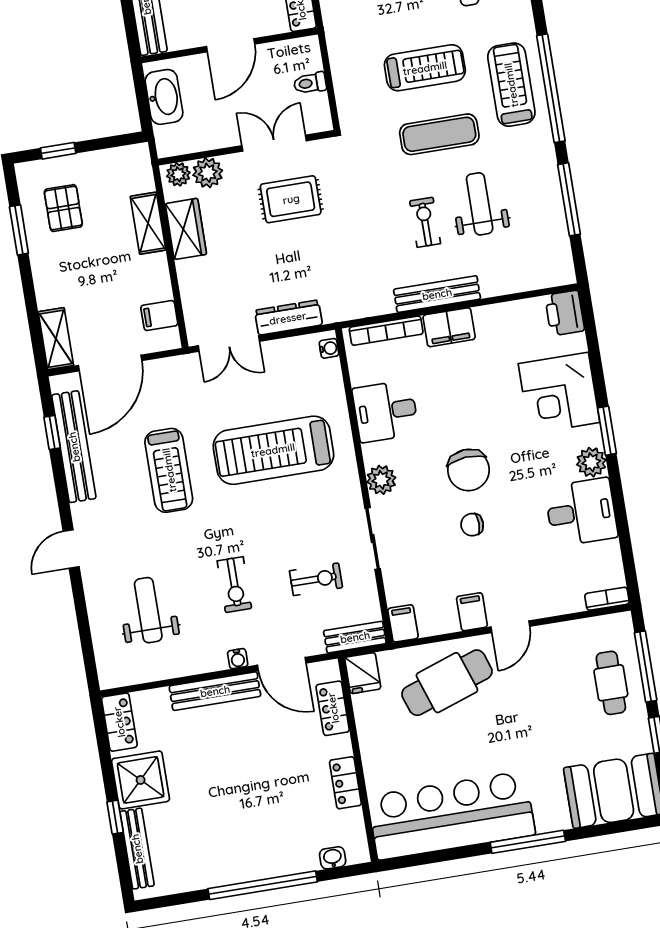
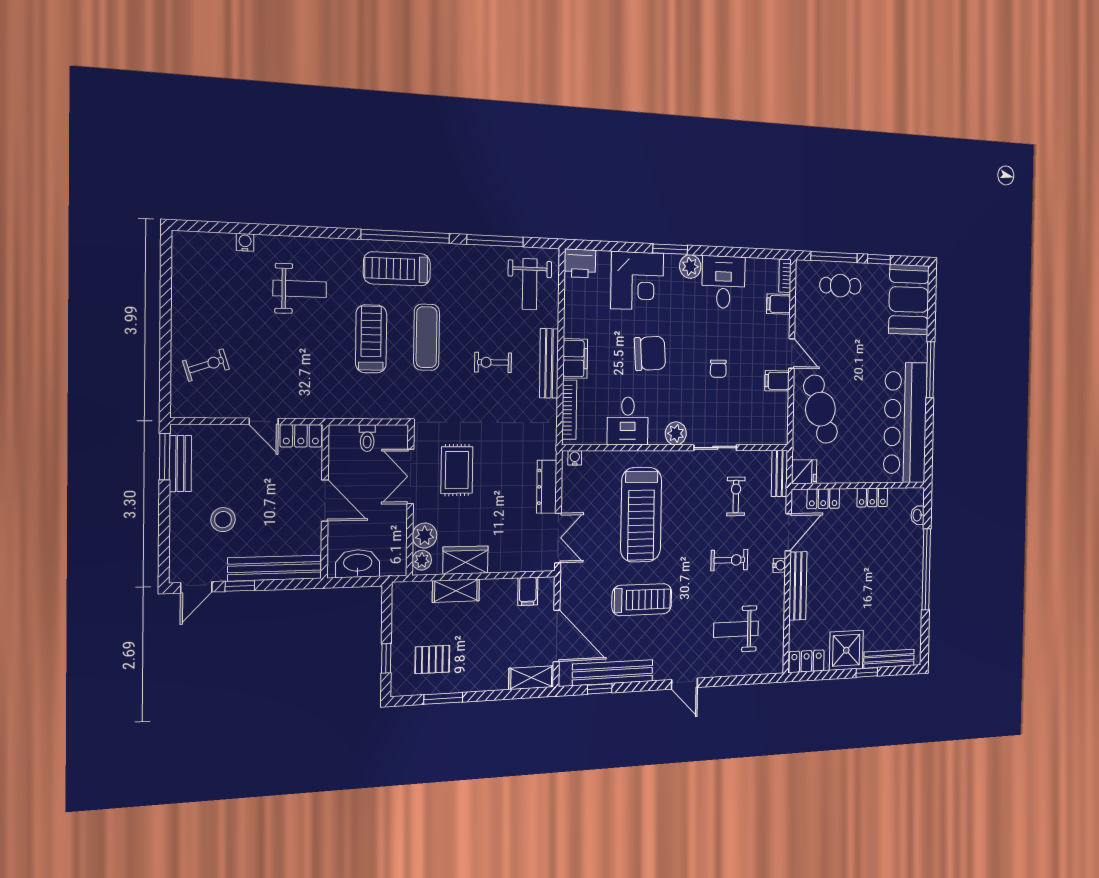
weight bench: (480, 204) -> (530, 284), moved, turned -90
chair: (468, 470) -> (650, 353), moved
filing cabinet: (403, 623) -> (779, 304), moved

